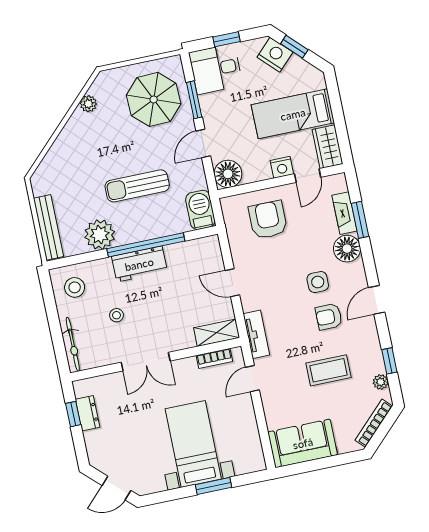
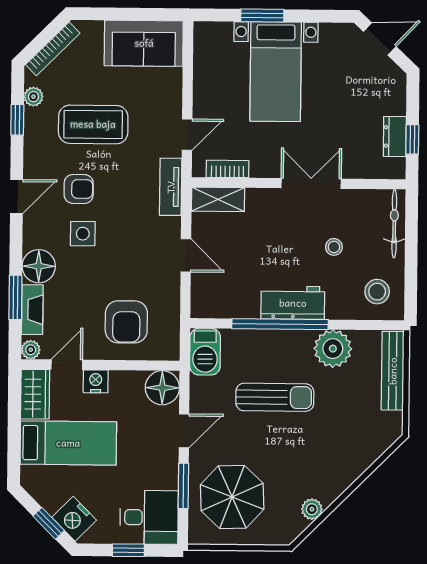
plant: (339, 181) -> (31, 350), added
coffee table: (328, 370) -> (93, 124), width x1.36, depth x1.32

